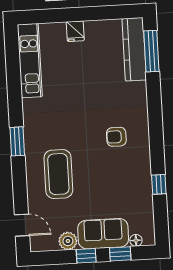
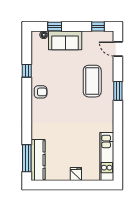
armchair: (116, 137) -> (41, 92), moved
window: (17, 141) -> (118, 91), moved
plant: (68, 241) -> (88, 37), removed
window: (86, 256) -> (98, 26), moved

